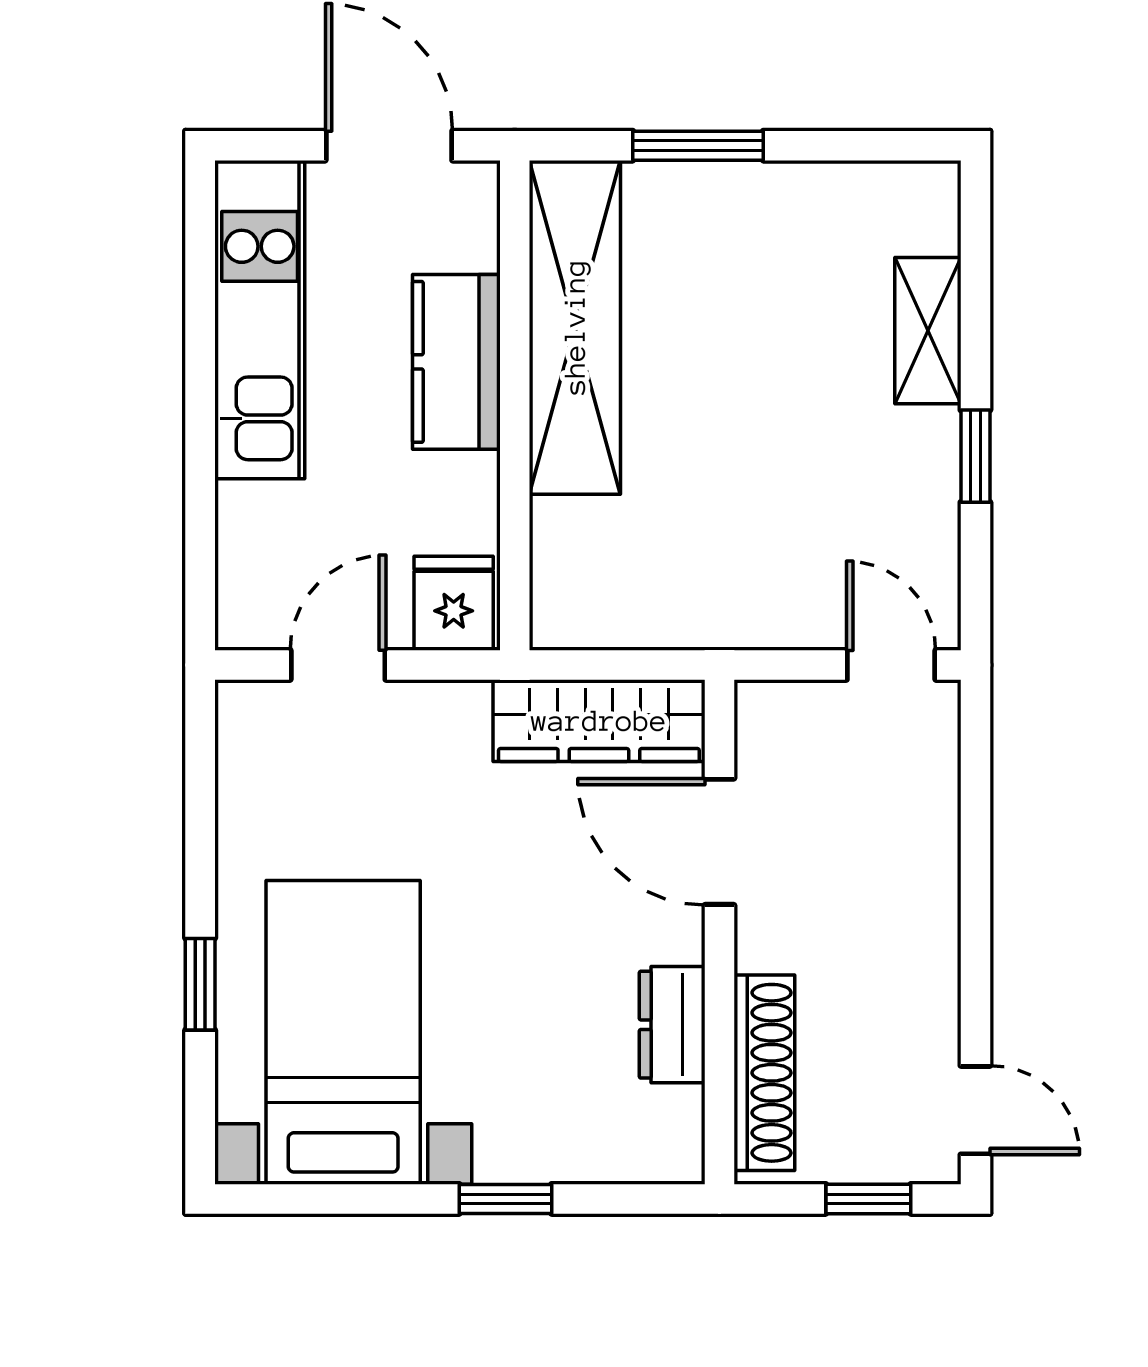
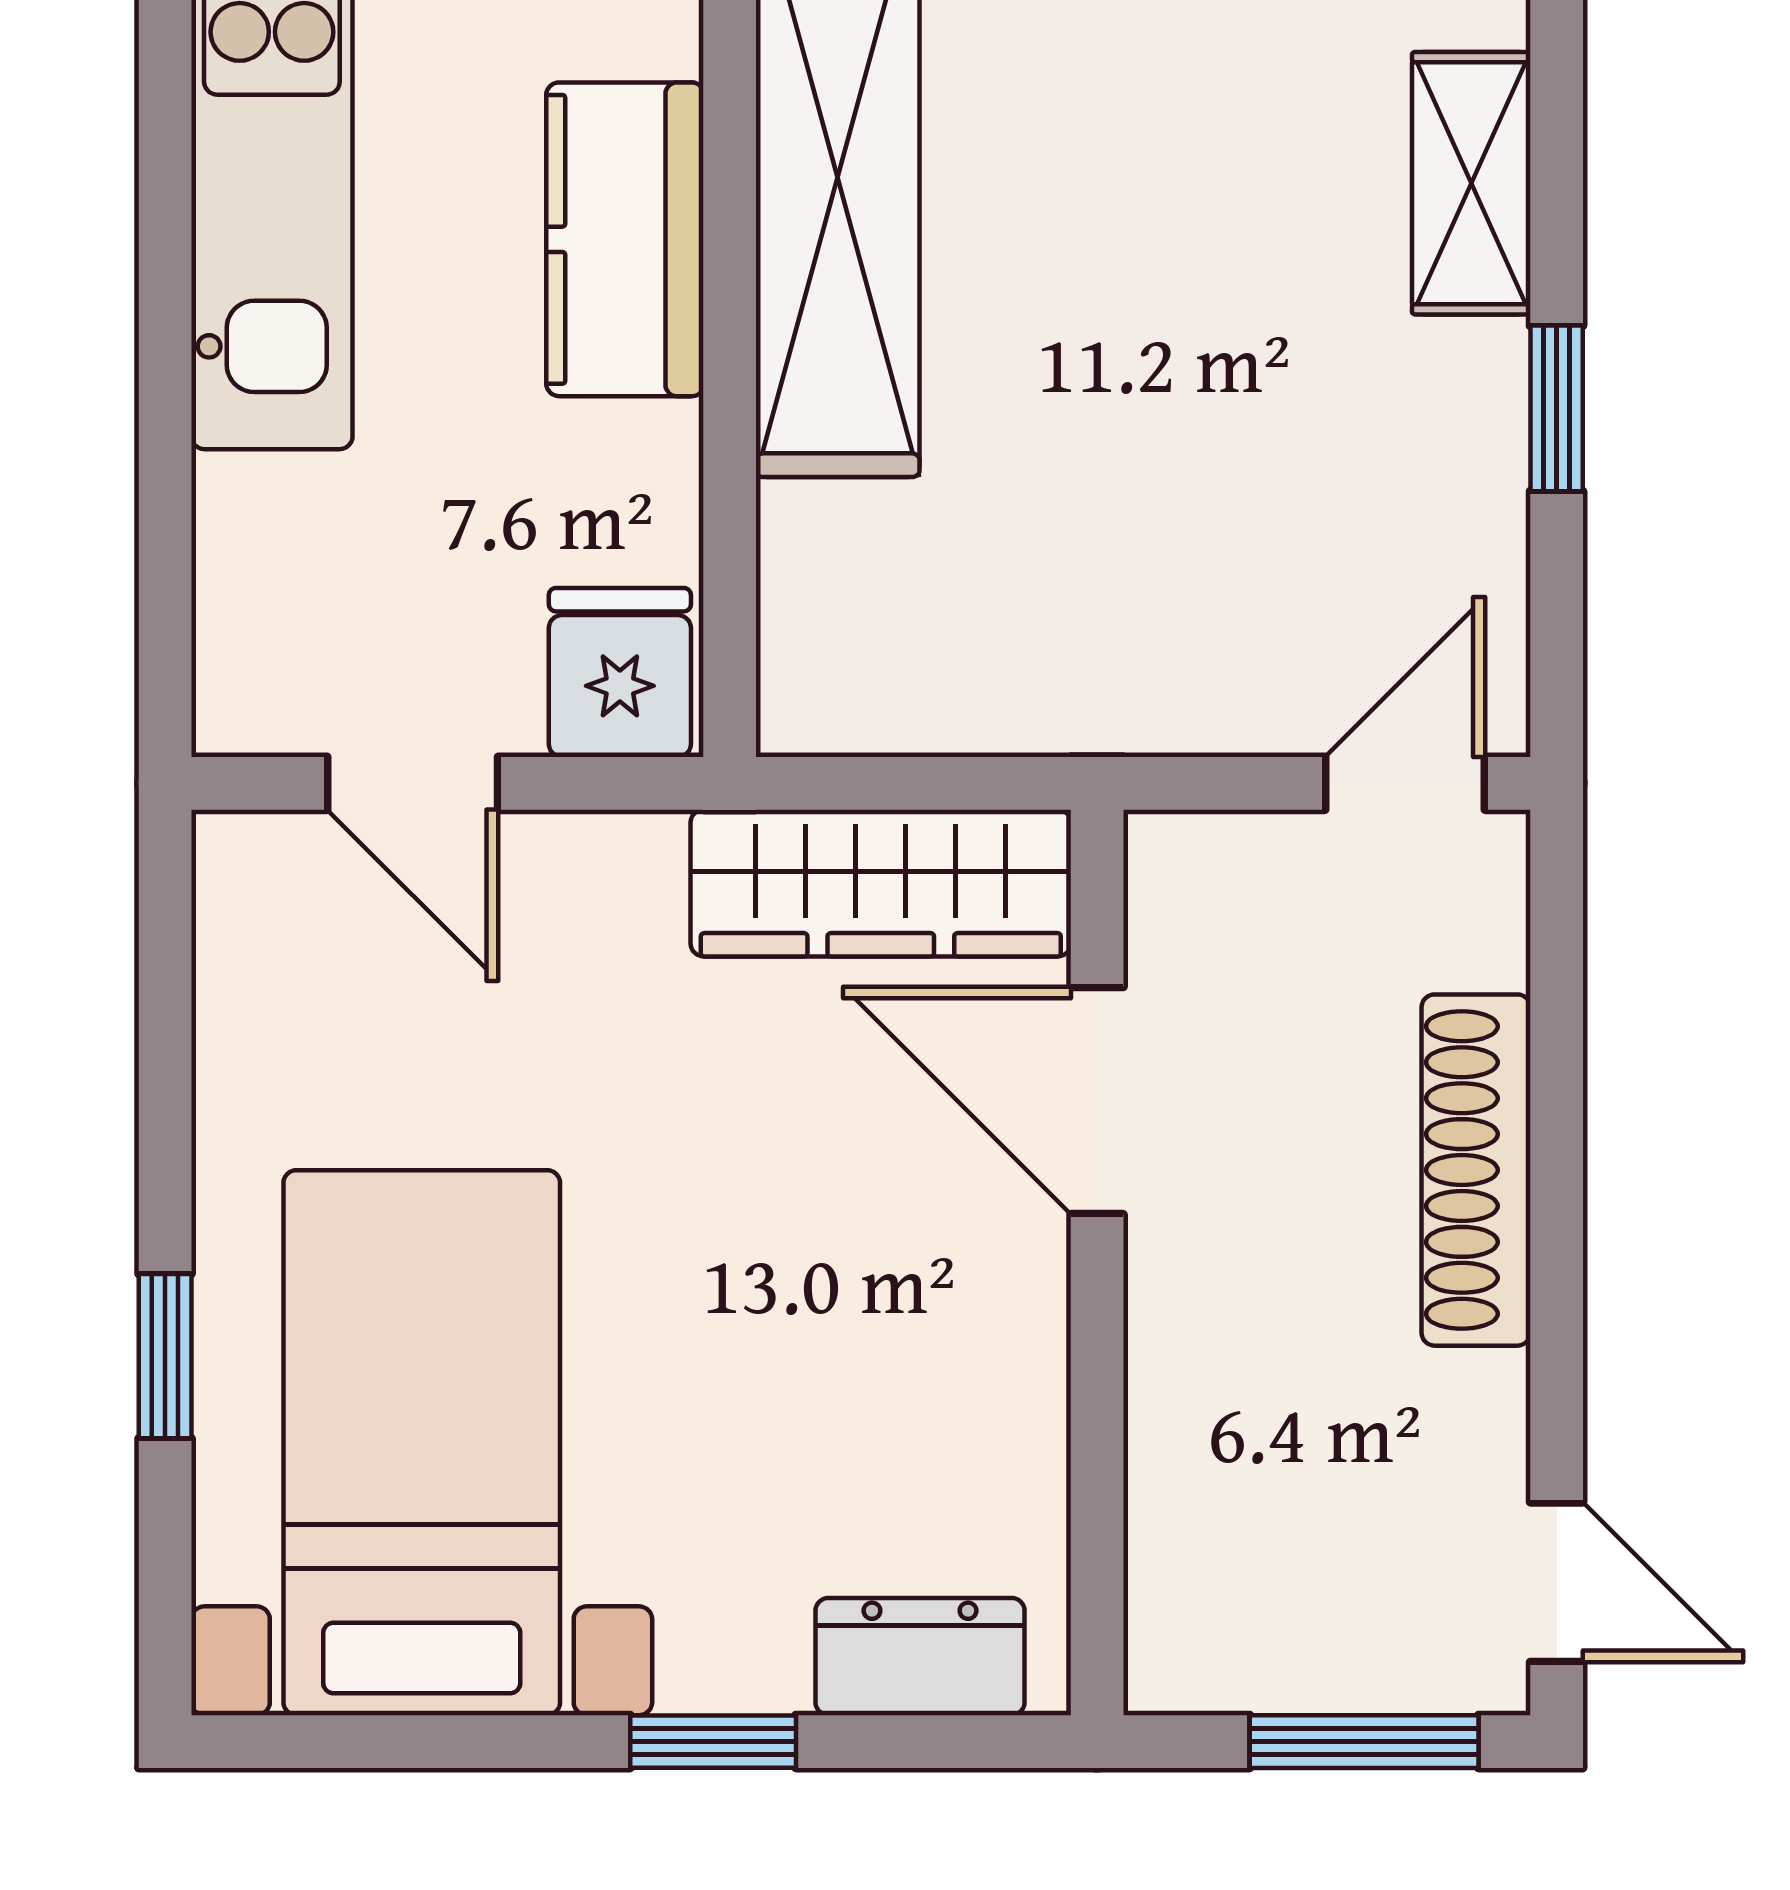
door: (338, 665) -> (413, 783), swing flipped
door: (891, 665) -> (1405, 783), hinge flipped
dresser: (672, 1025) -> (920, 1657), moved, turned 90
shoe rack: (764, 1073) -> (1476, 1170), moved, turned 180
window: (868, 1199) -> (1364, 1742), width x1.50

